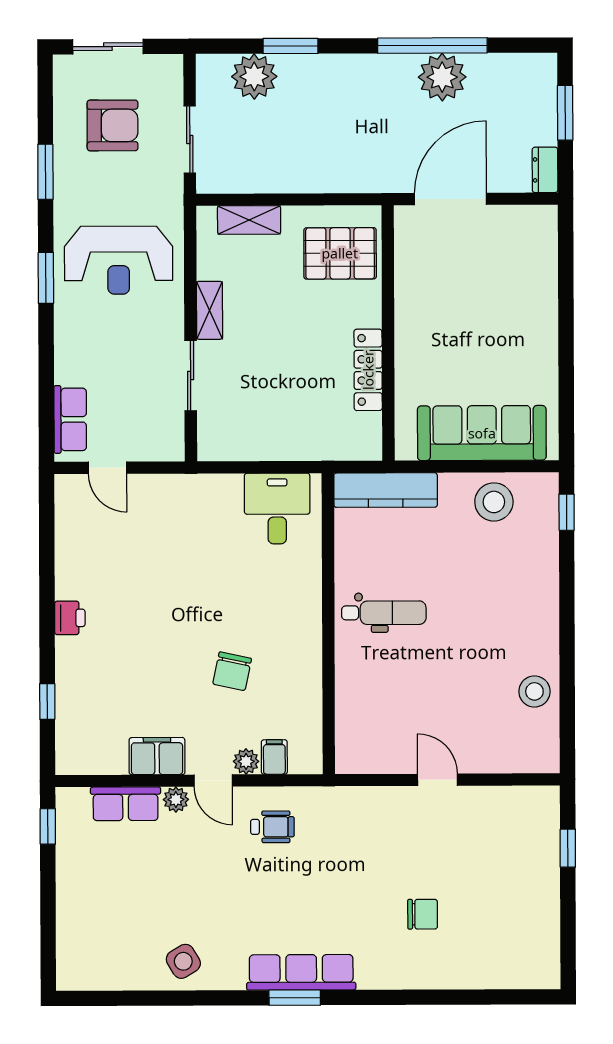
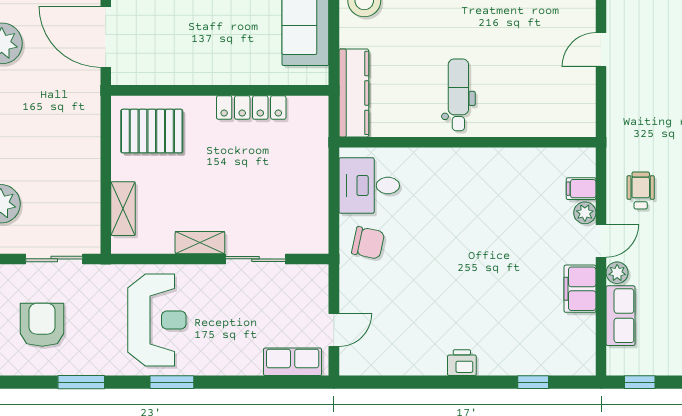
pallet: (340, 253) -> (152, 131), turned 90
chair: (232, 671) -> (368, 243), moved

